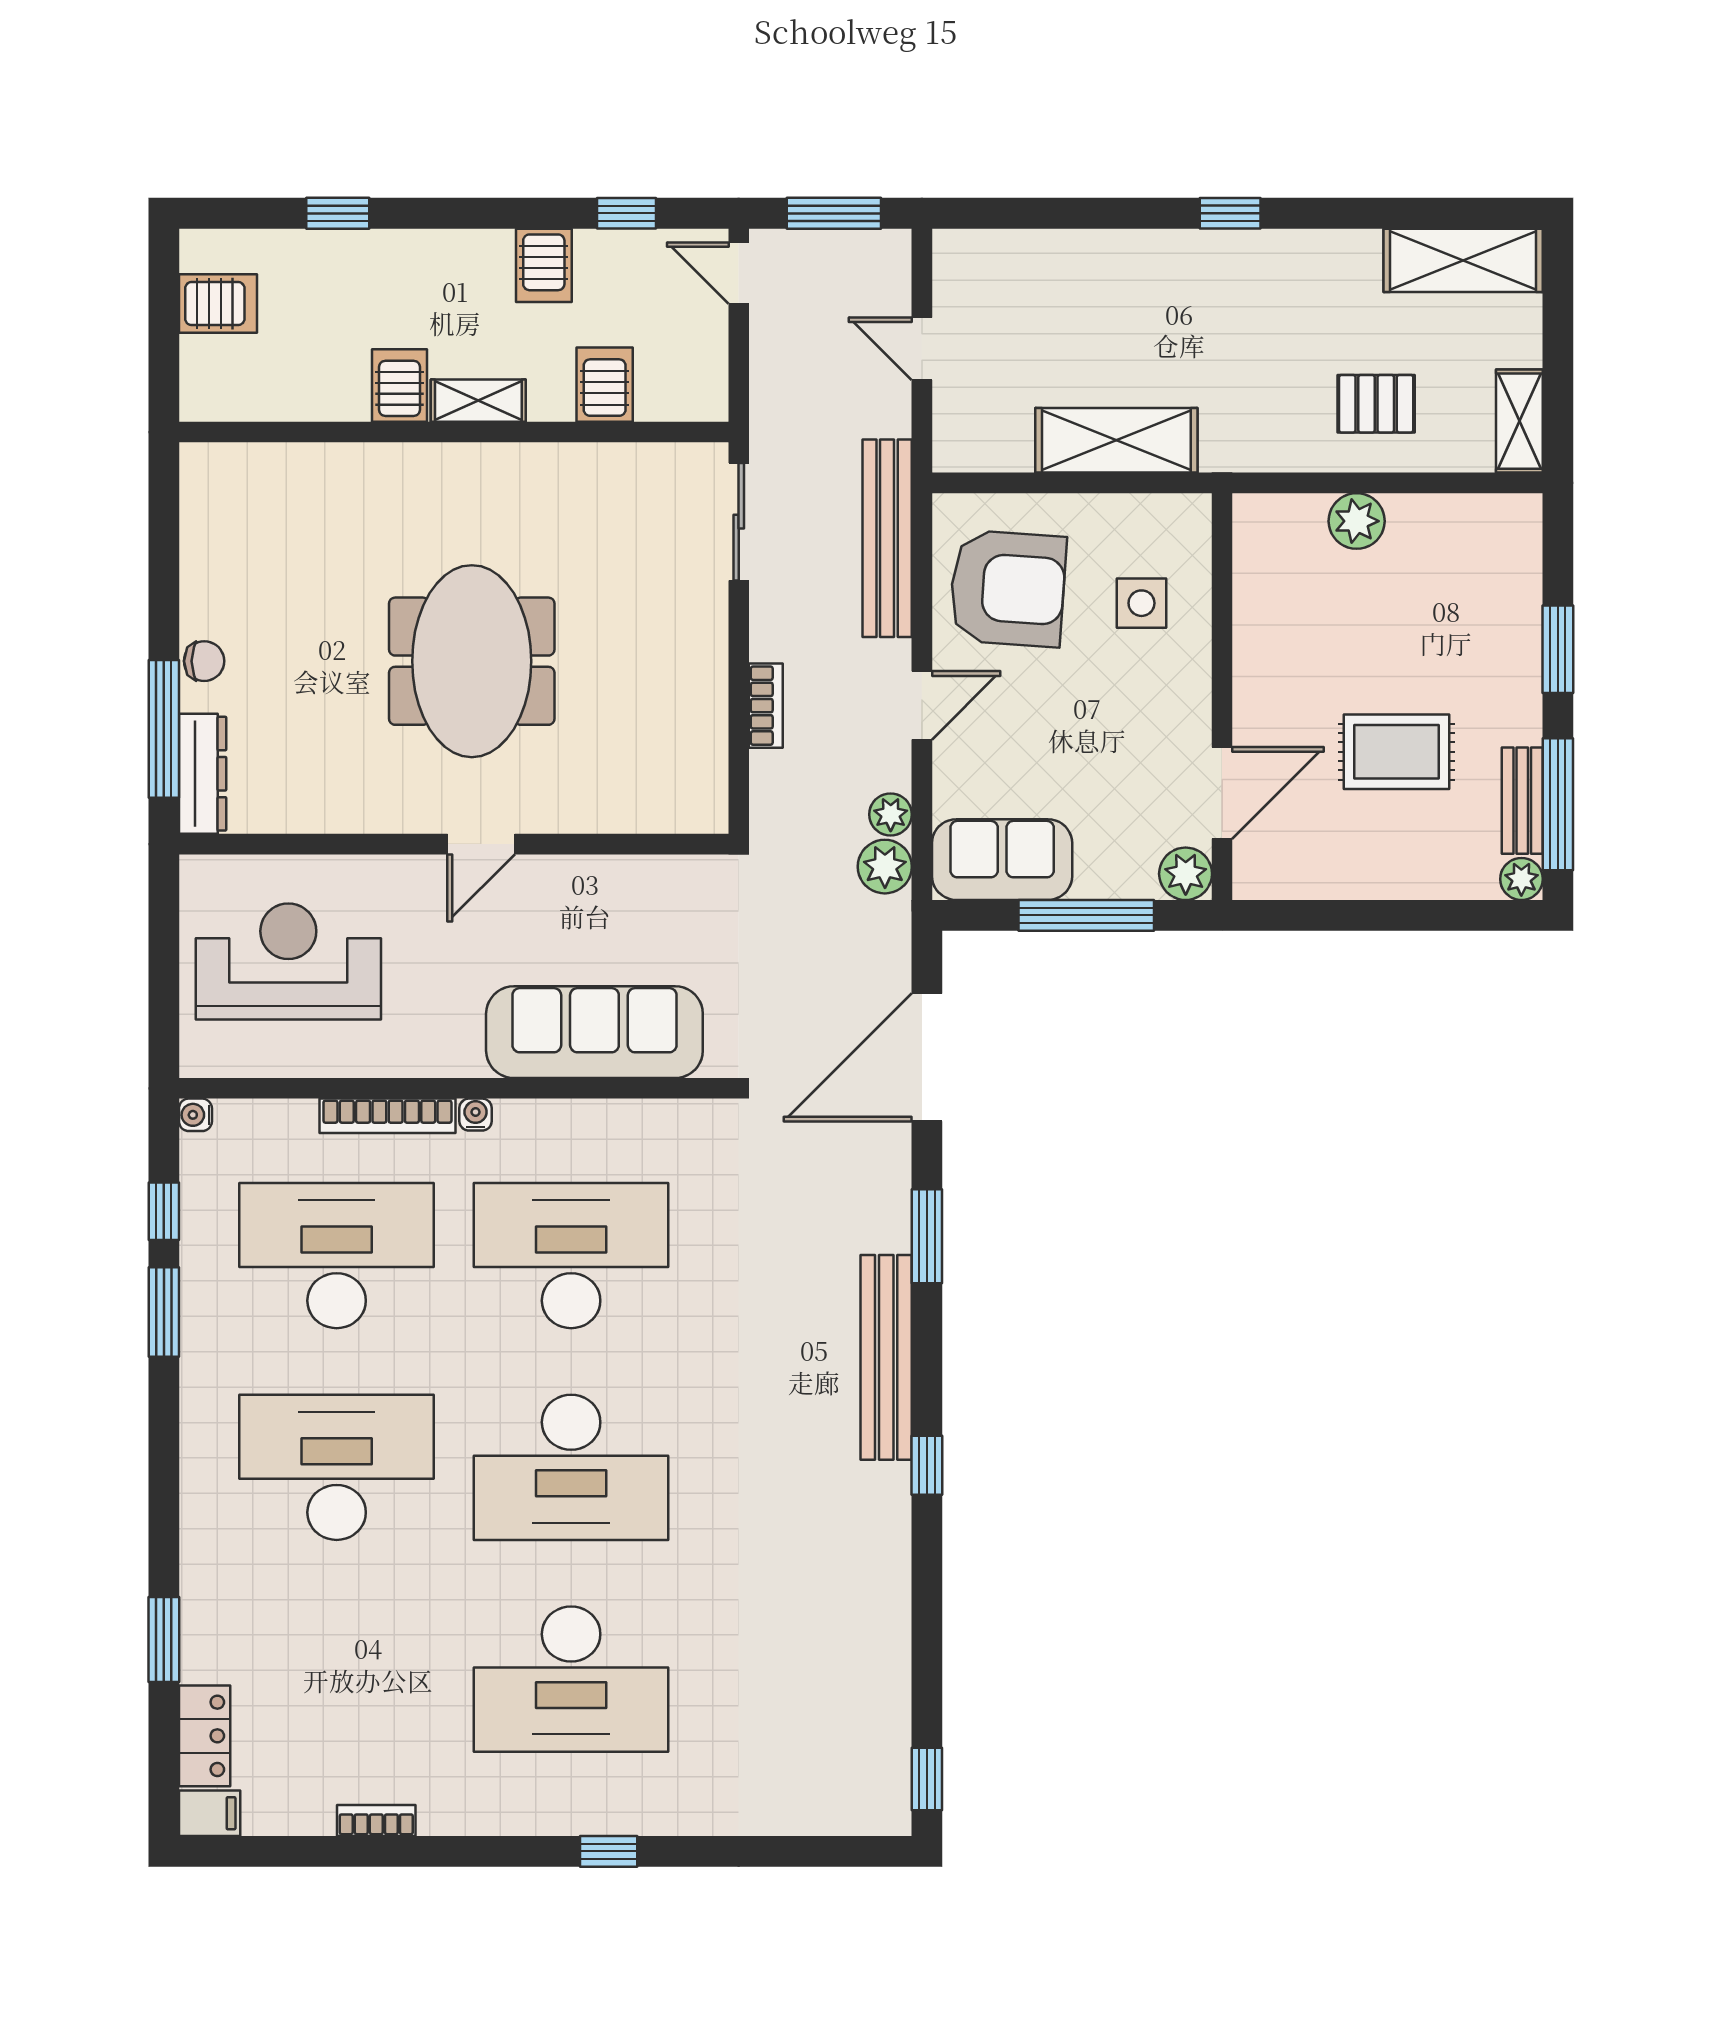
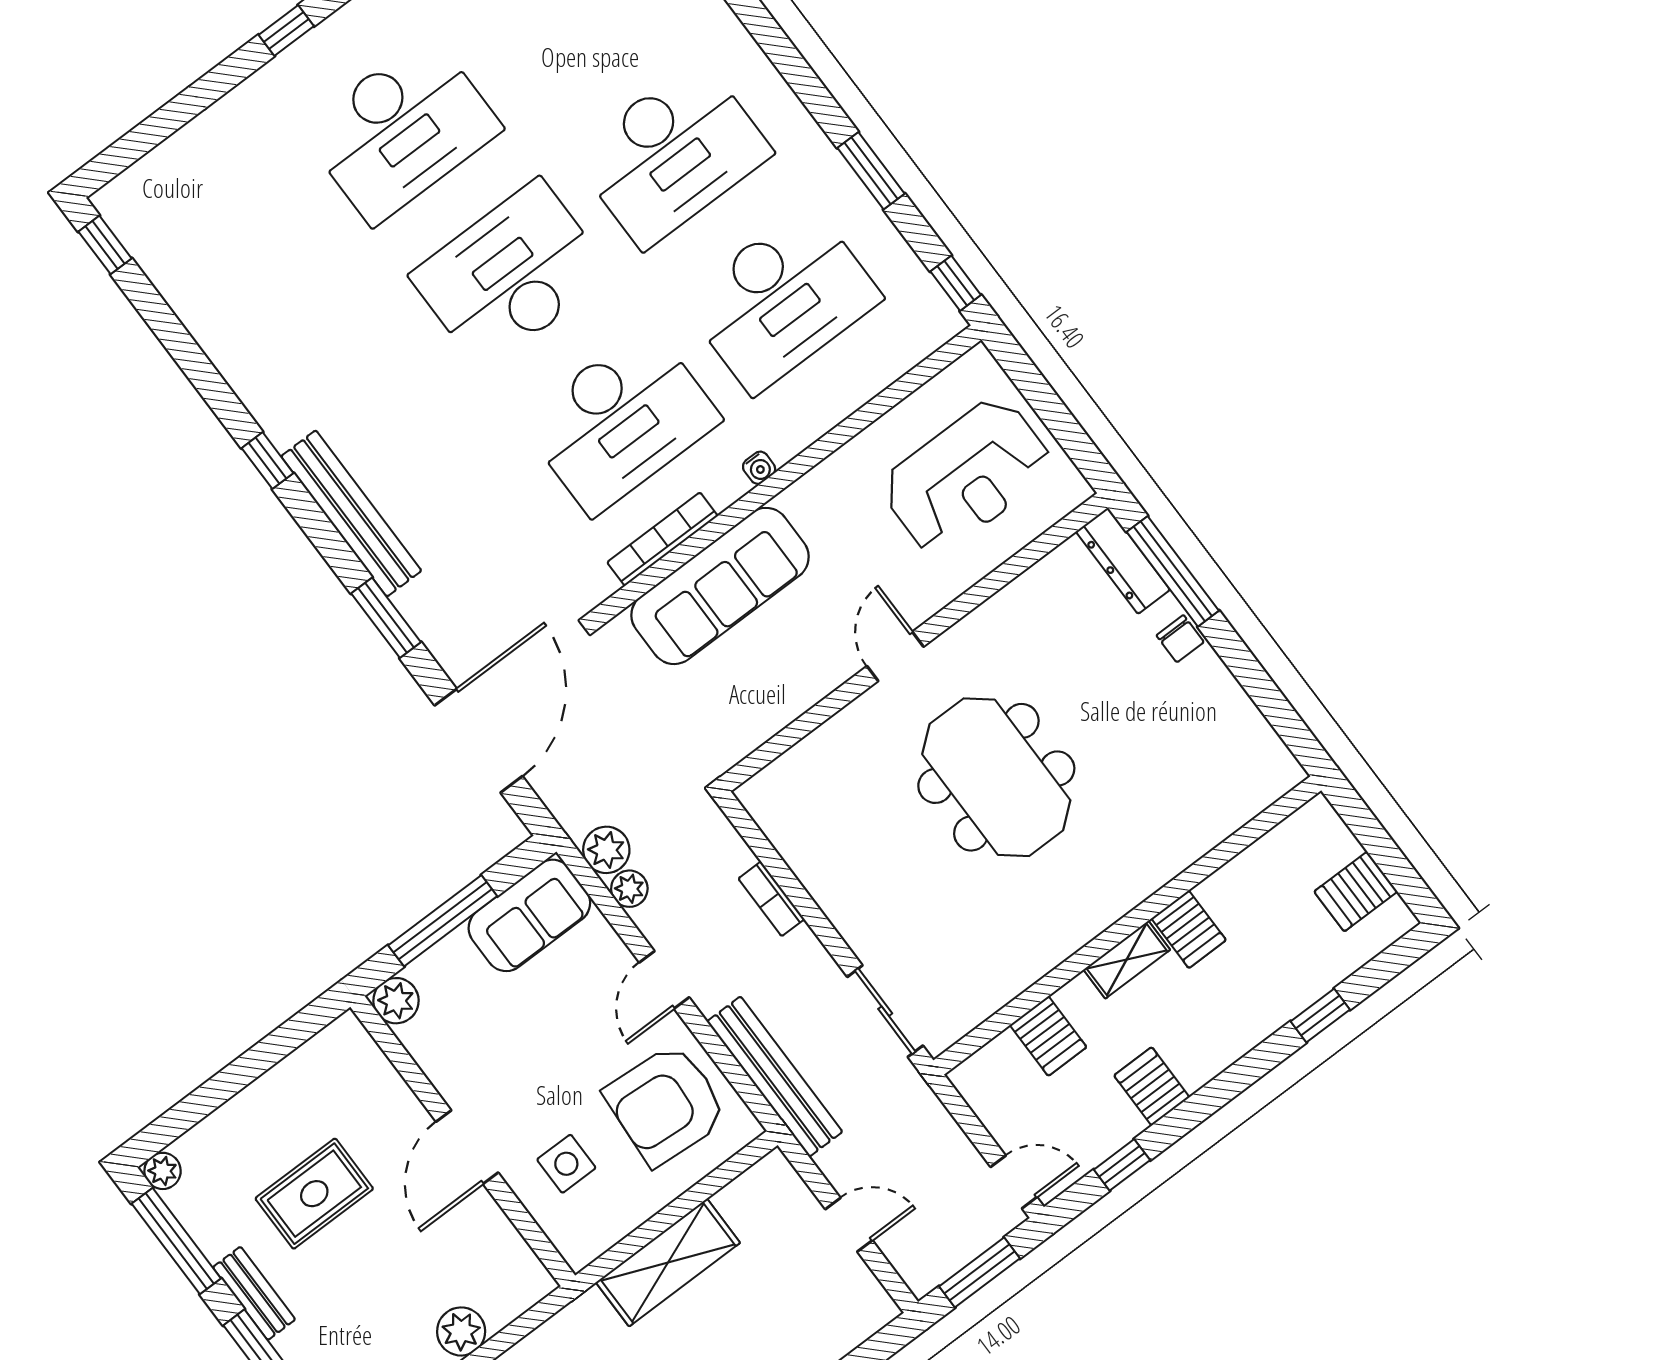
chair: (204, 661) -> (1180, 639), turned -90
door: (1222, 793) -> (467, 1147), moved
bench: (1522, 801) -> (254, 1293), moved
water cooler: (195, 1115) -> (951, 323), removed
bookcase: (387, 1116) -> (662, 539), moved
window: (164, 1211) -> (956, 283), moved
desk: (571, 1679) -> (401, 129), turned 180

